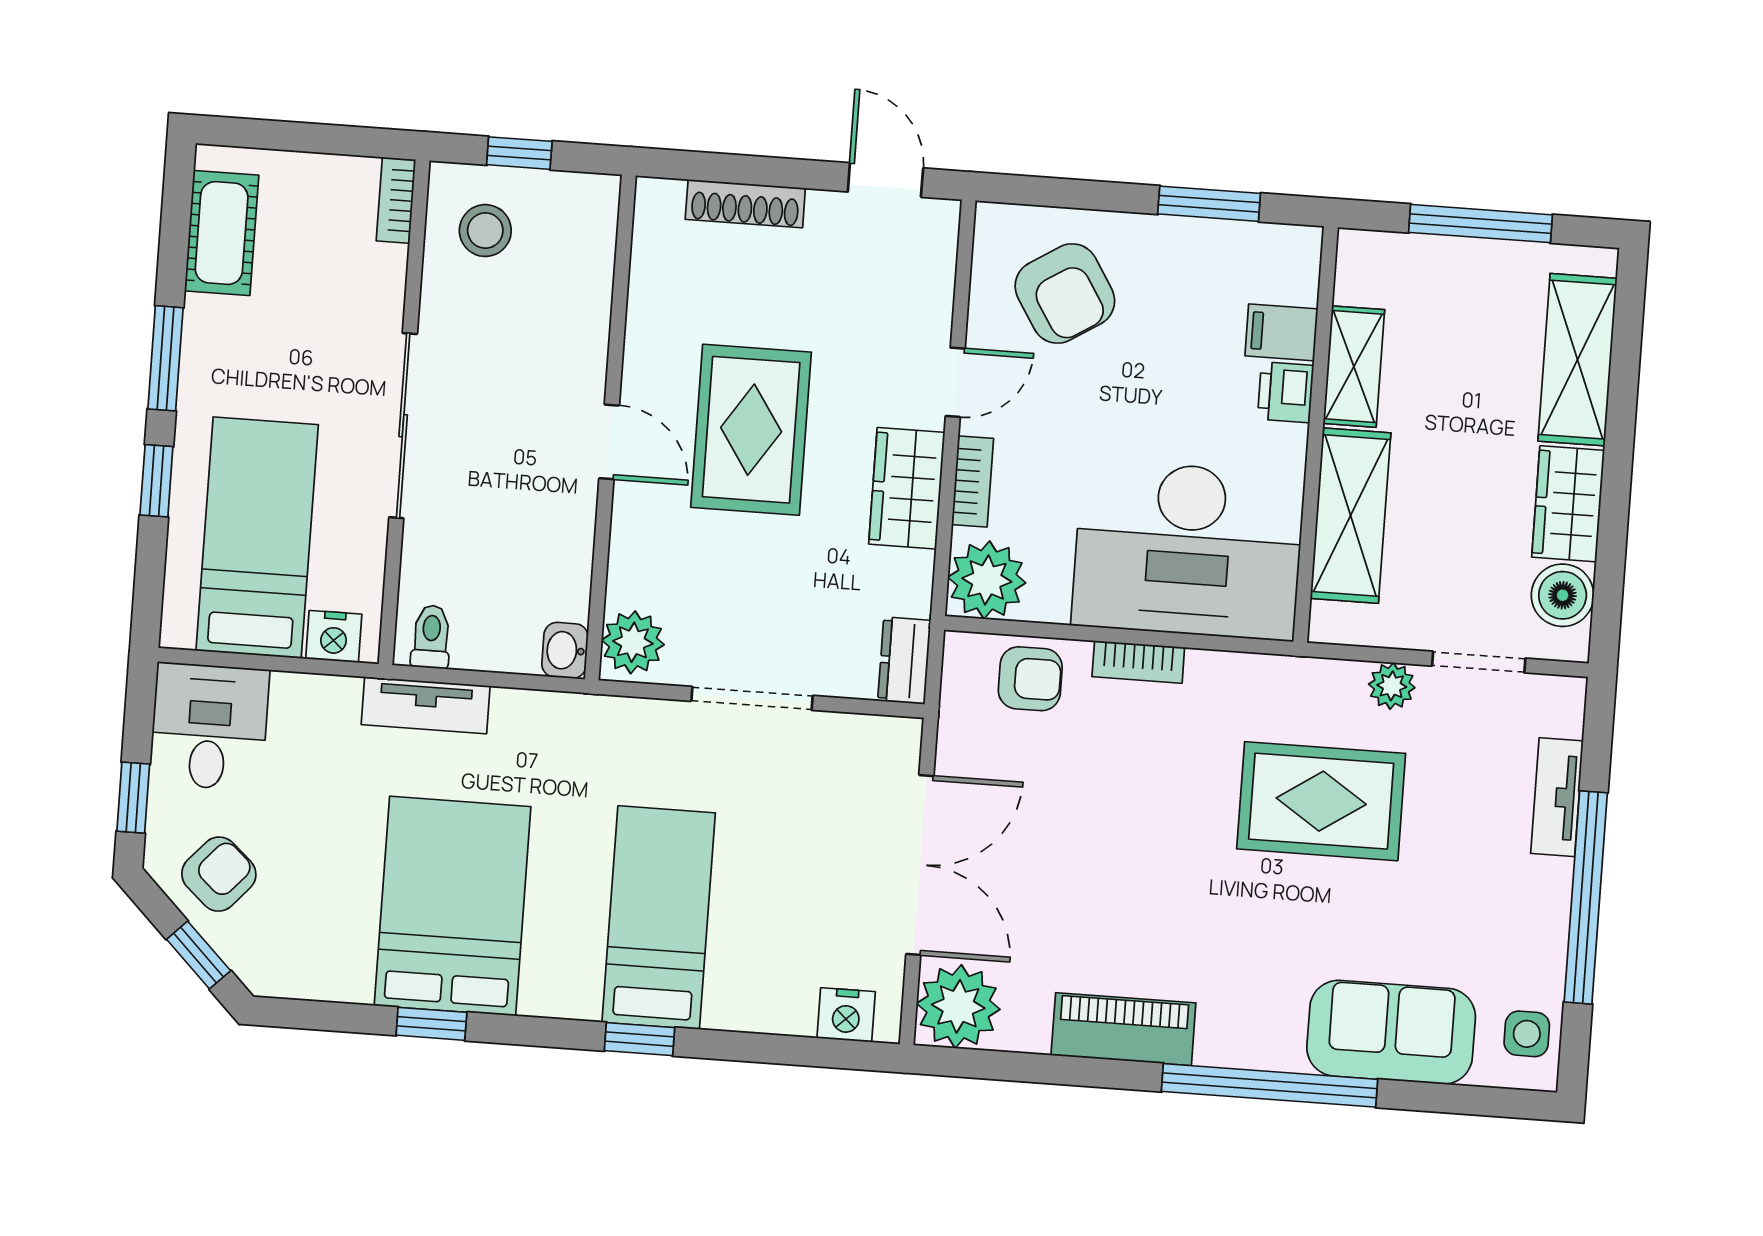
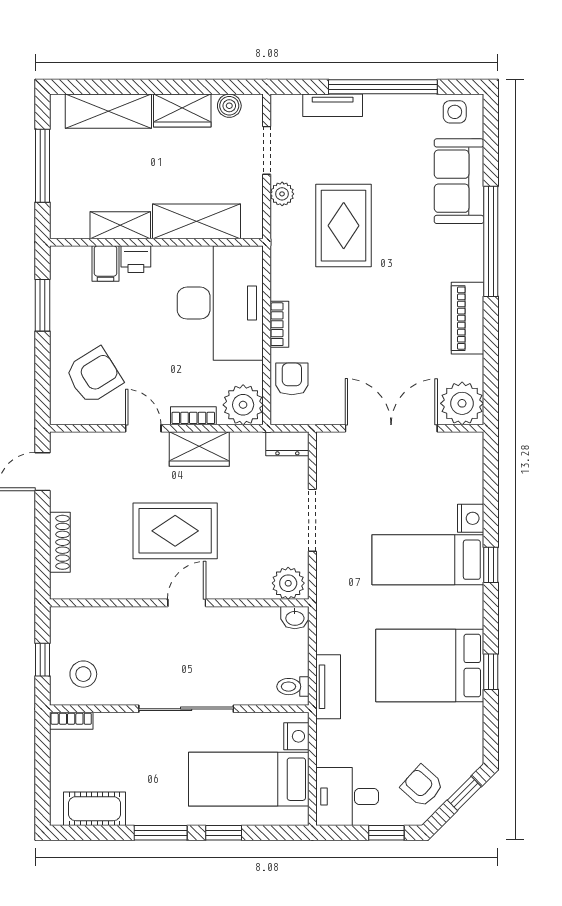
boiler: (1563, 595) -> (229, 106), width x0.73, depth x0.73
nightstand: (846, 1015) -> (471, 518), moved

